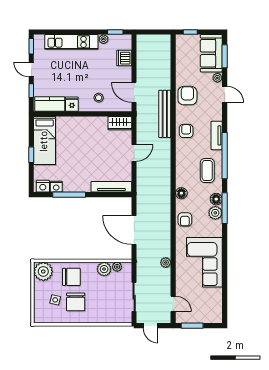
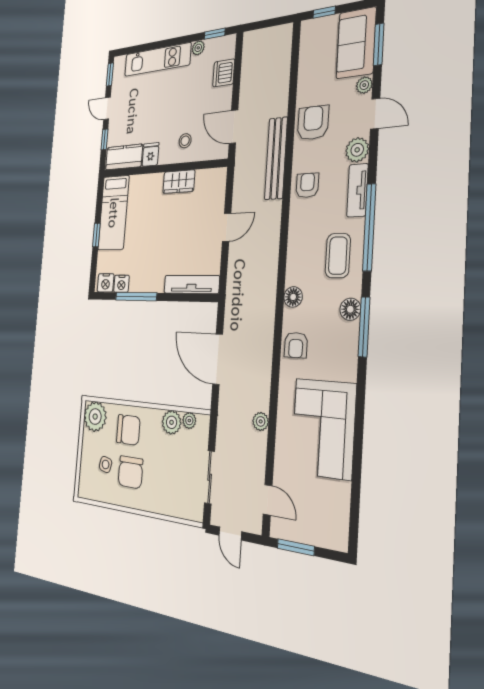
wardrobe: (120, 123) -> (179, 182), moved
plant: (215, 213) -> (357, 150), moved

